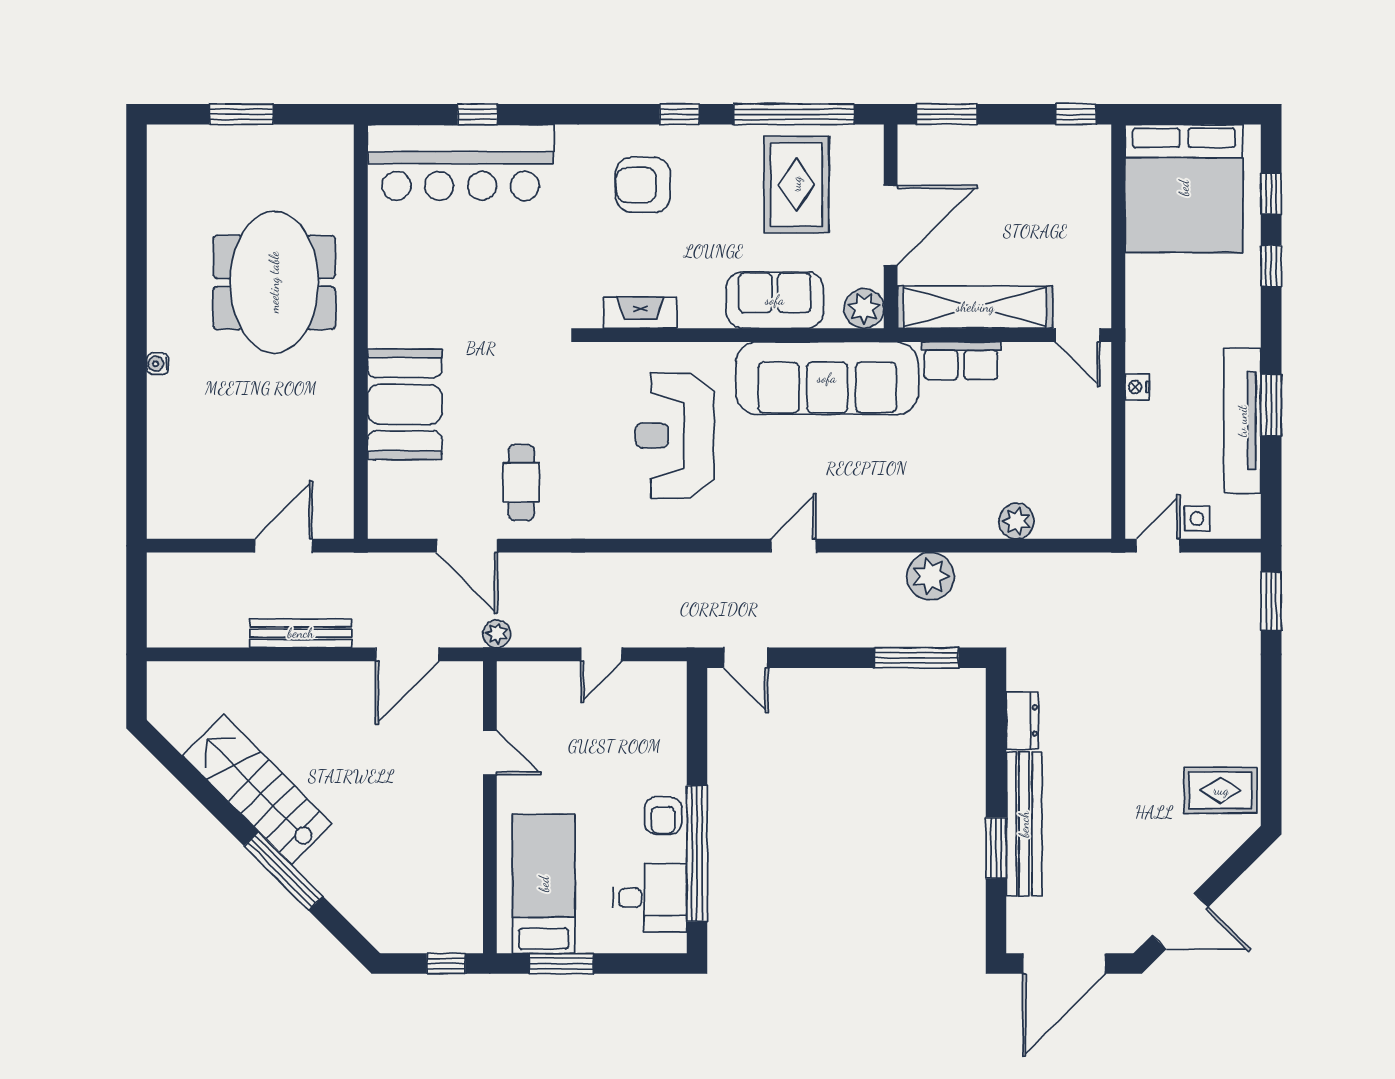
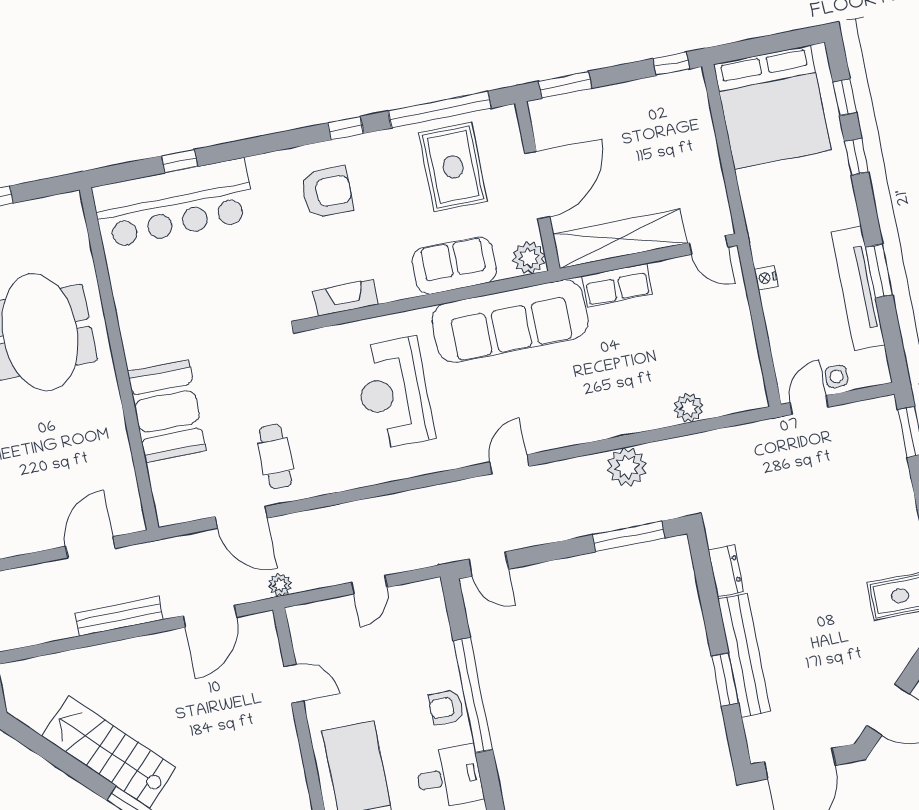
armchair: (643, 185) -> (327, 192), turned 180
armchair: (663, 816) -> (446, 707), turned 90
window: (697, 853) -> (473, 695), moved

